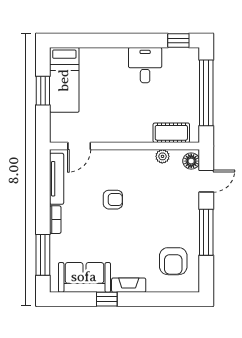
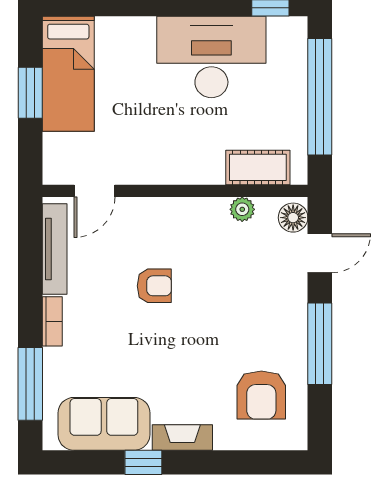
desk: (145, 65) -> (211, 57), width x1.87, depth x1.30

